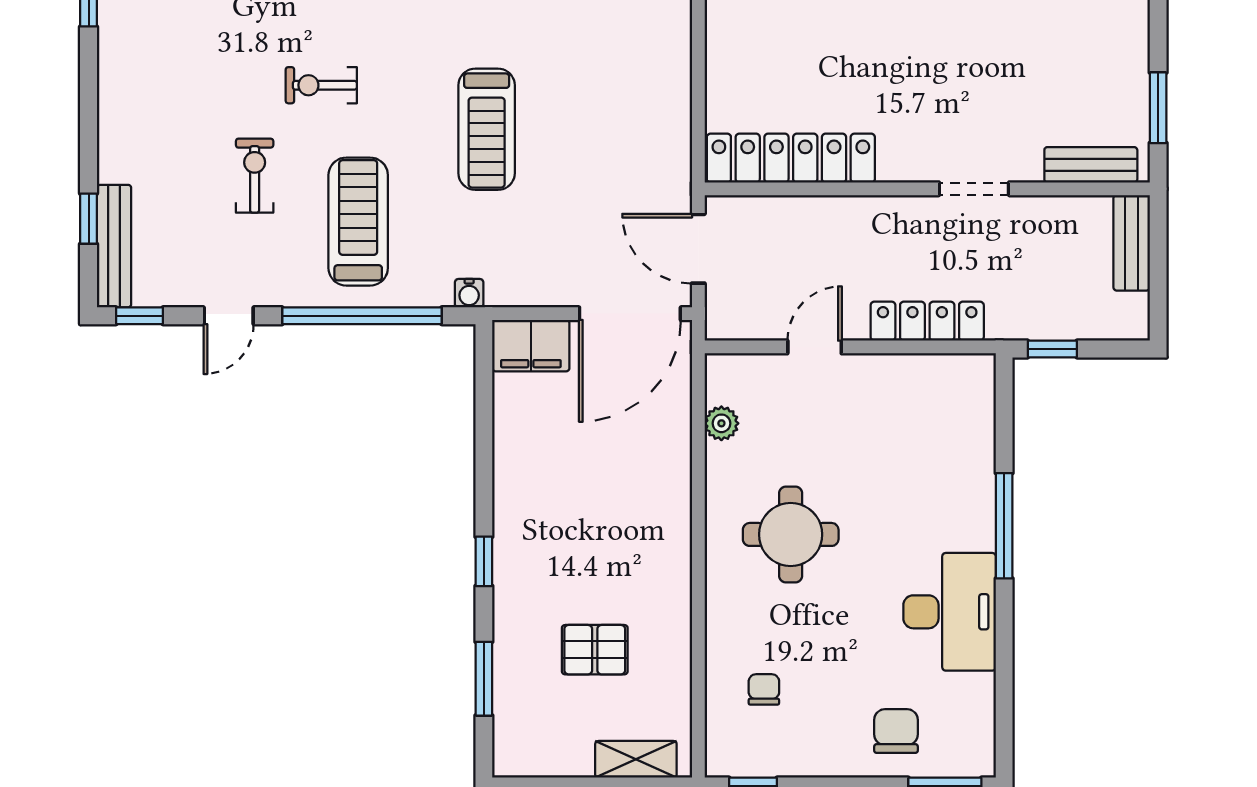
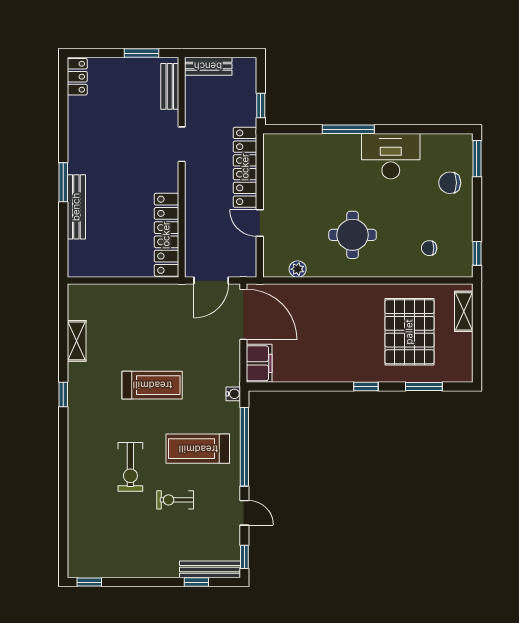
exercise bike: (321, 85) -> (130, 467), width x1.38, depth x1.39
locker: (927, 321) -> (245, 167), width x1.41, depth x1.21
pallet: (595, 650) -> (409, 332), width x2.05, depth x2.00

